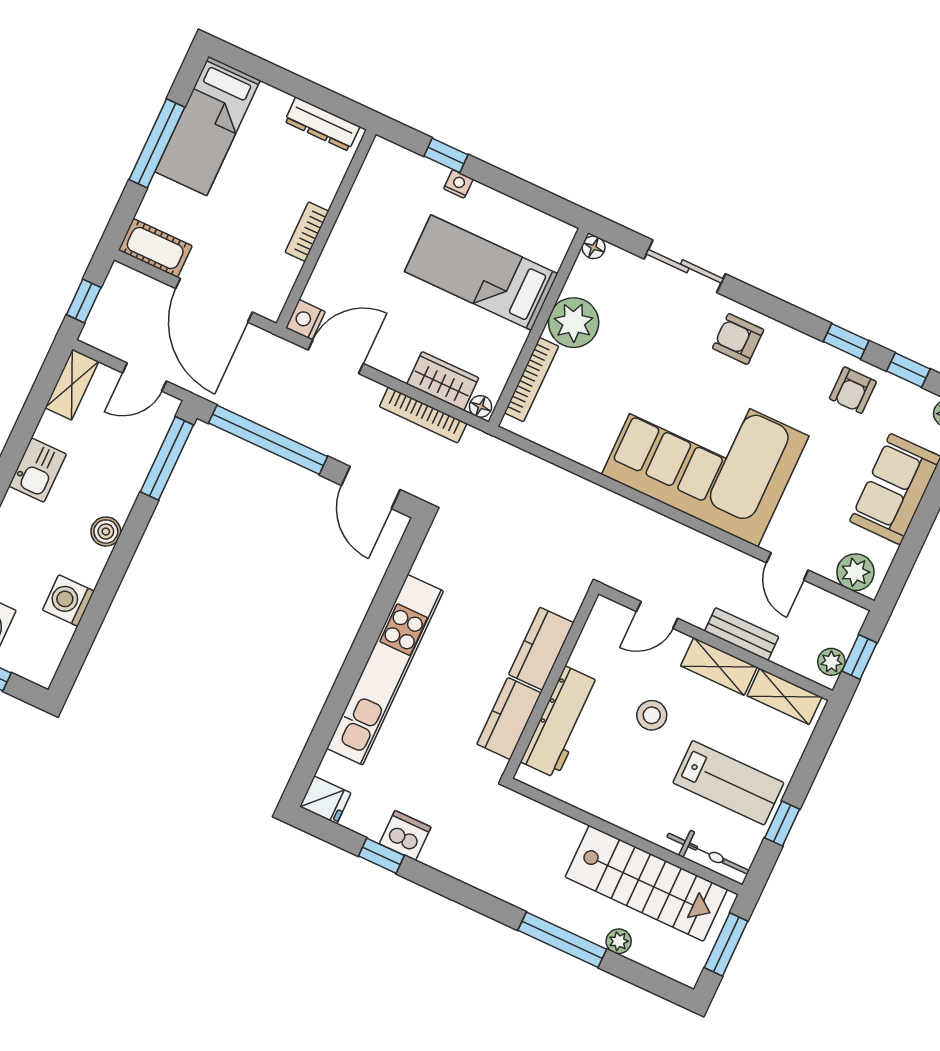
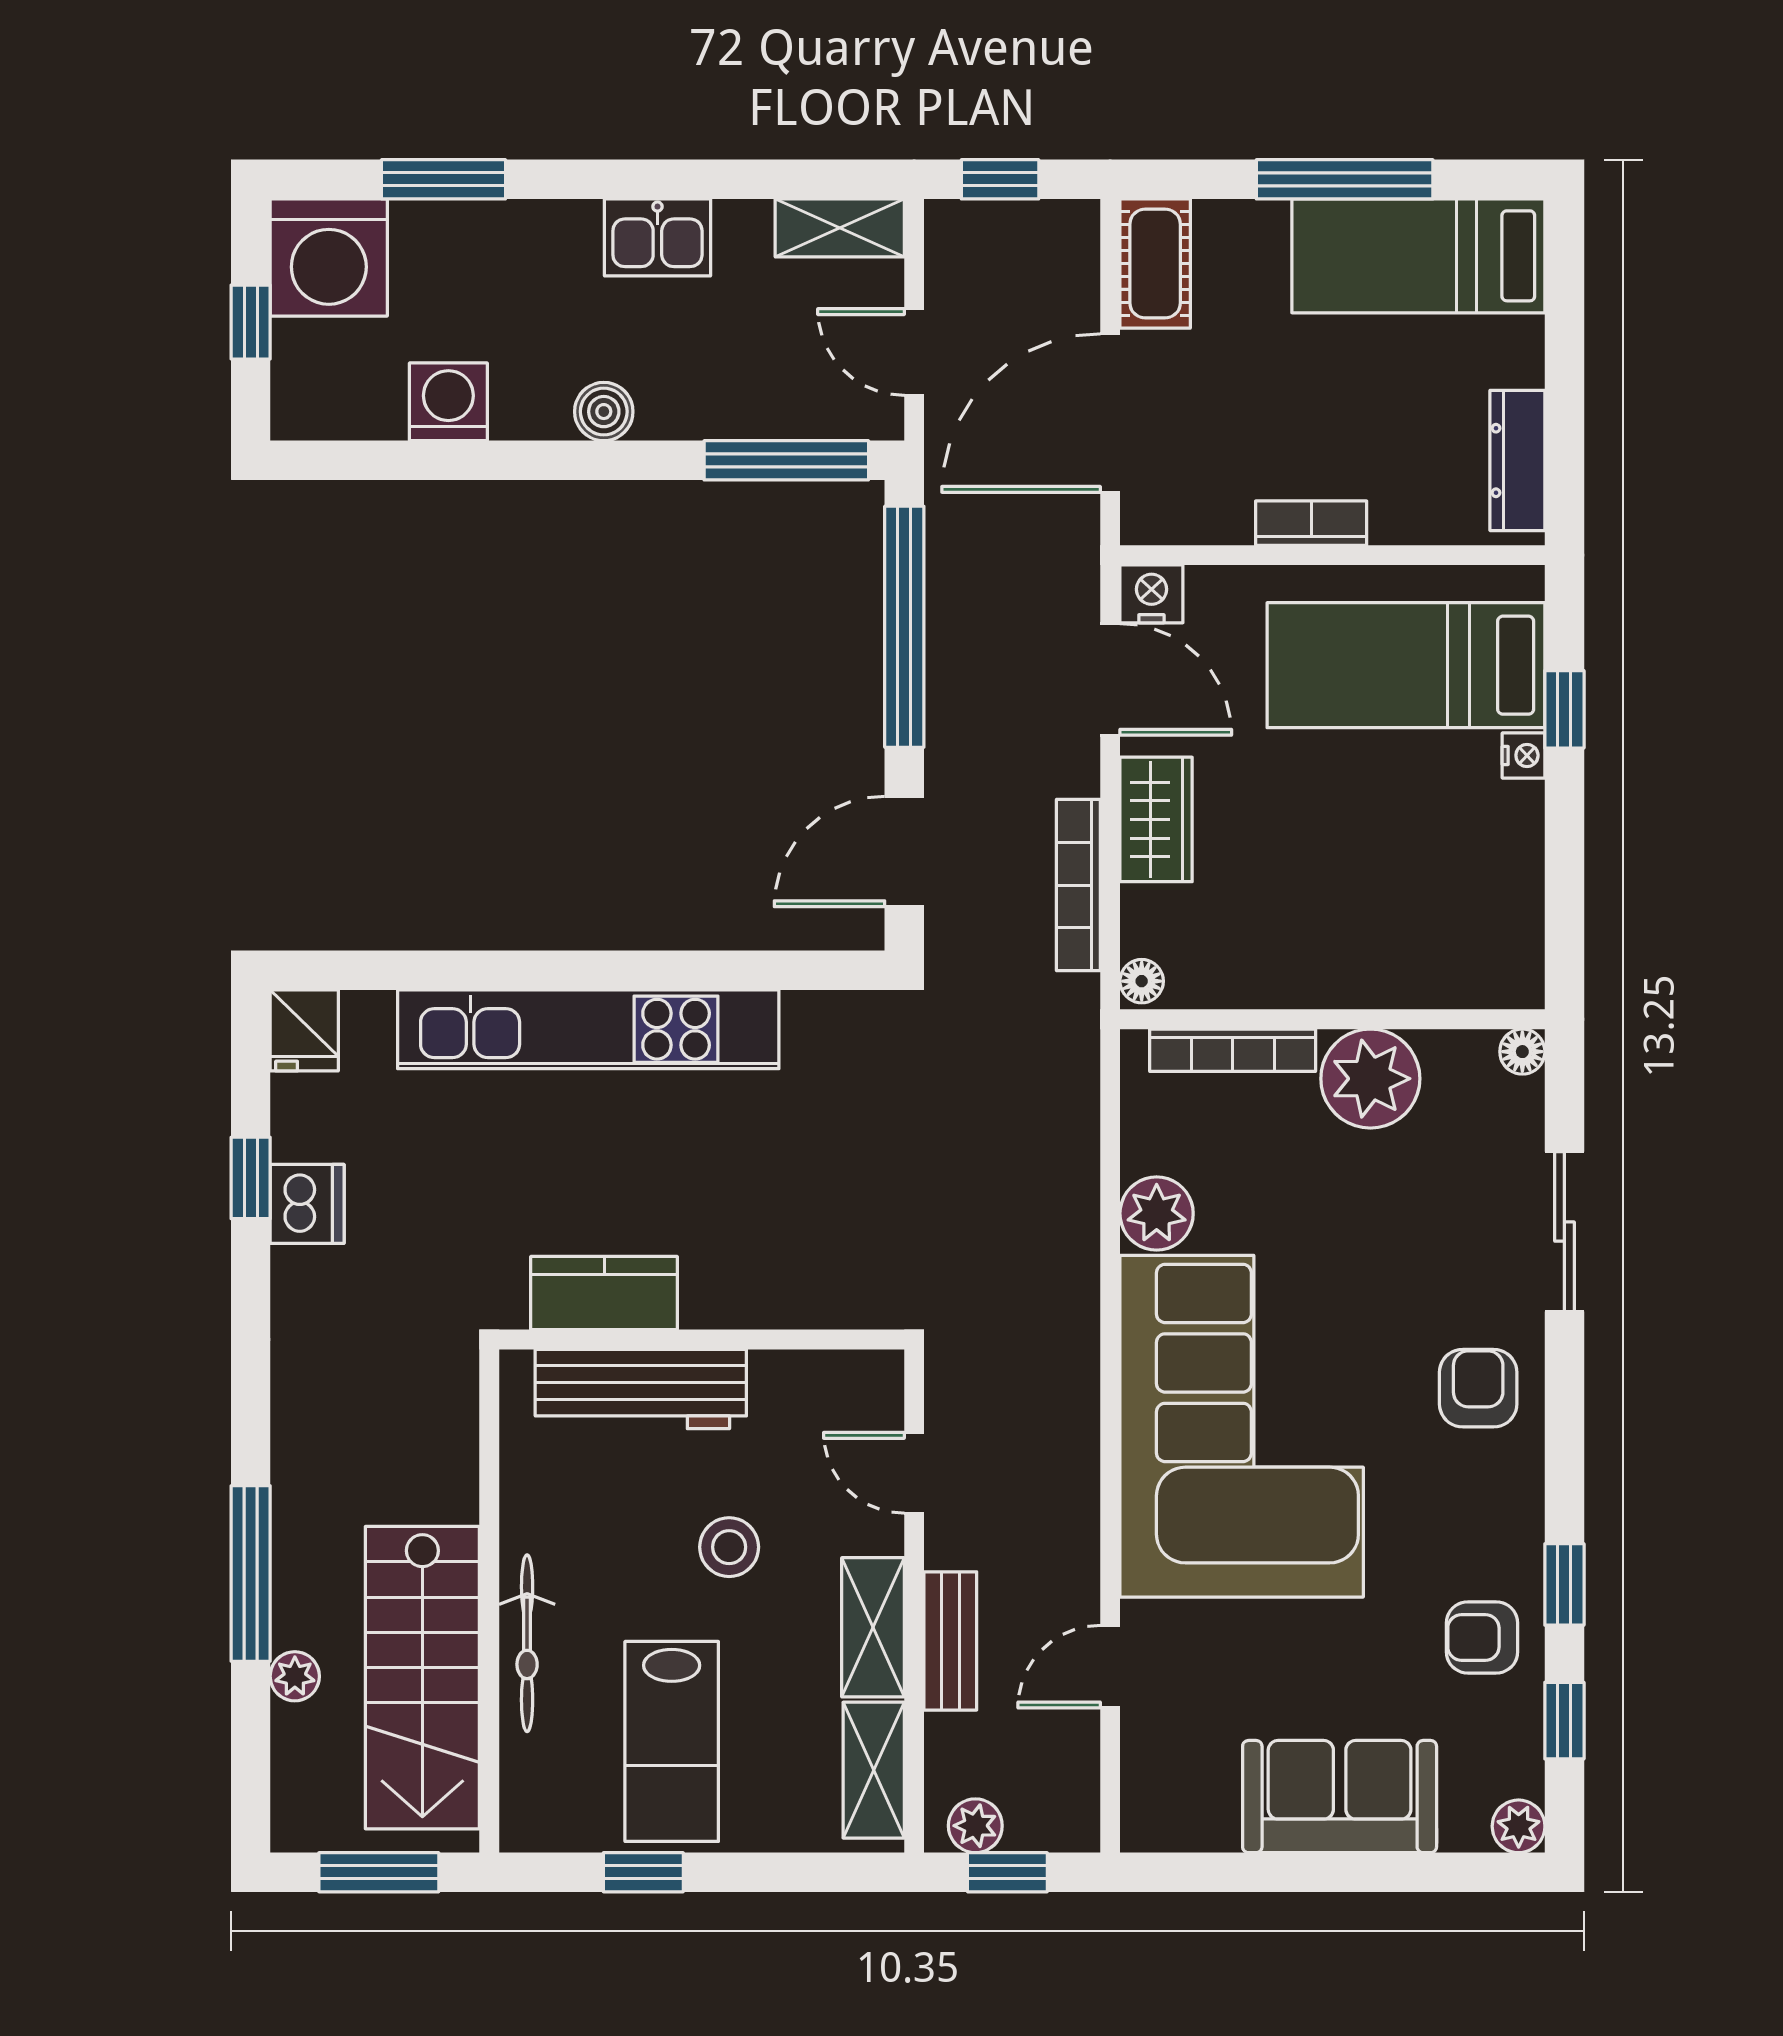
bed: (481, 273) -> (1406, 665), moved, turned -90
wardrobe: (443, 381) -> (1156, 819), moved
plant: (855, 572) -> (1157, 1213), moved
kitchen counter: (541, 649) -> (757, 1293), removed
bicycle: (708, 854) -> (527, 1643), moved

